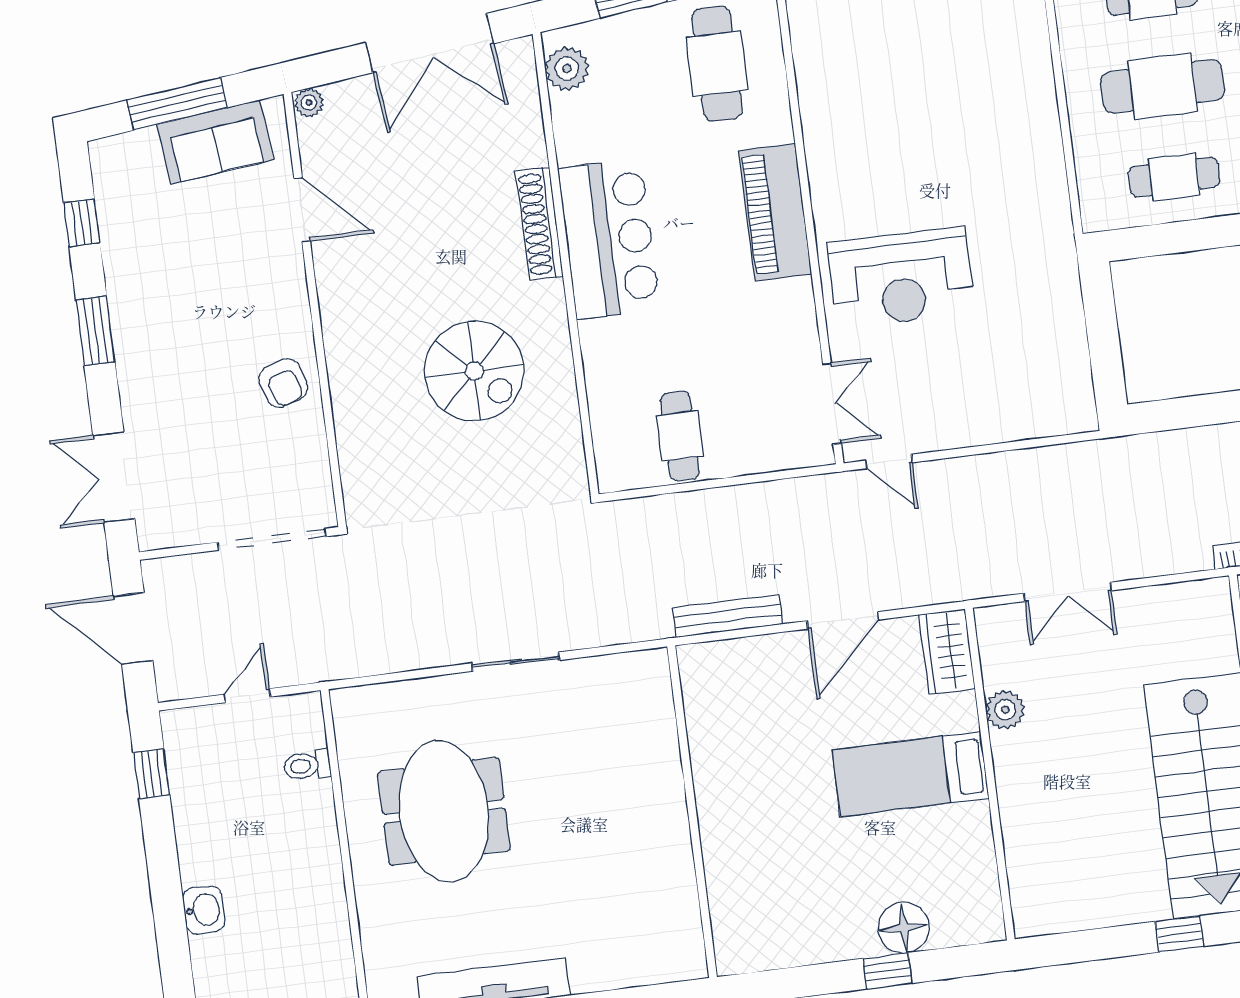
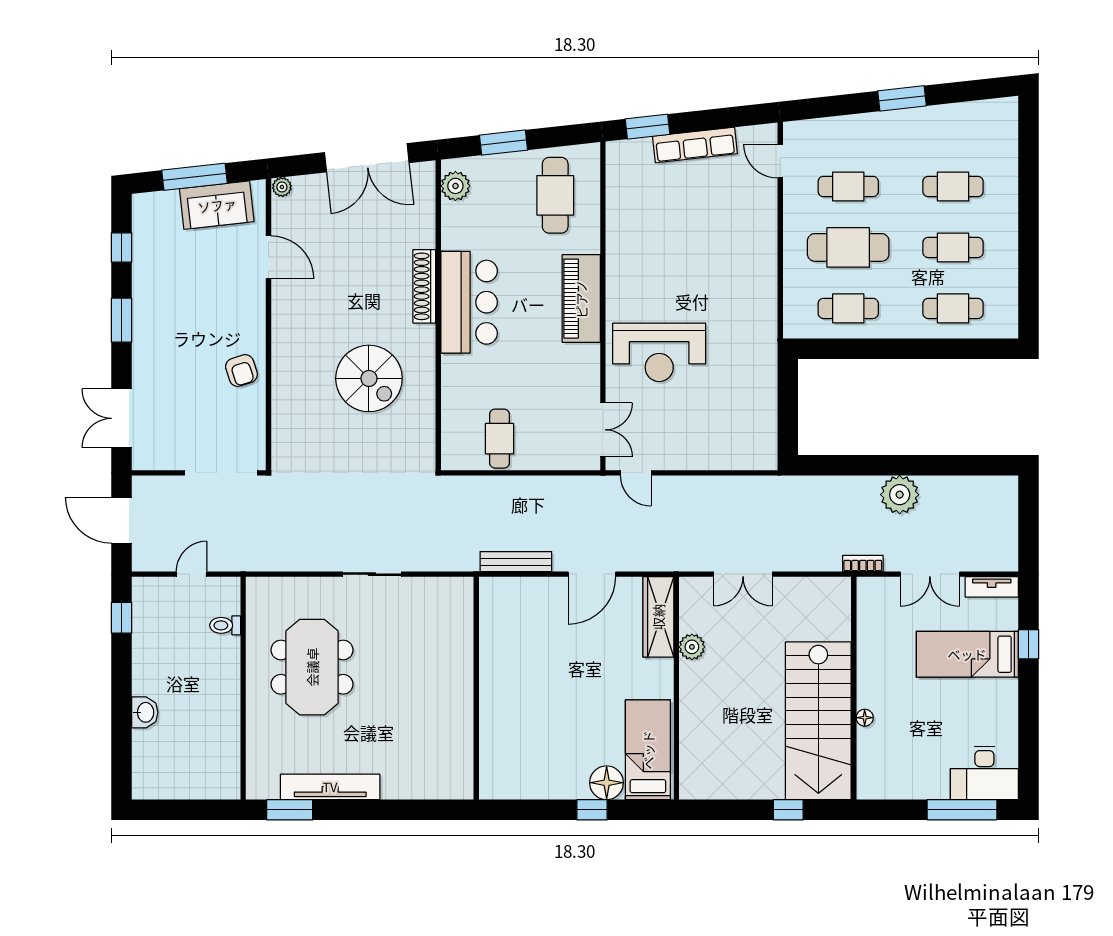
wardrobe: (947, 652) -> (658, 617), width x1.50
bed: (911, 774) -> (648, 750), moved, turned 90

